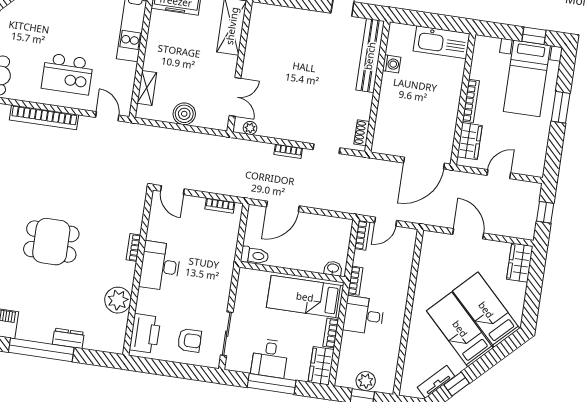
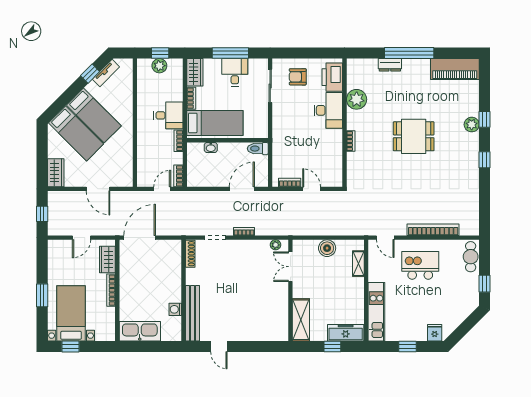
shoe rack: (362, 133) -> (190, 254), width x1.43
door: (172, 190) -> (312, 189), moved
desk: (160, 266) -> (328, 110), moved
washbasin: (333, 268) -> (211, 147), moved

